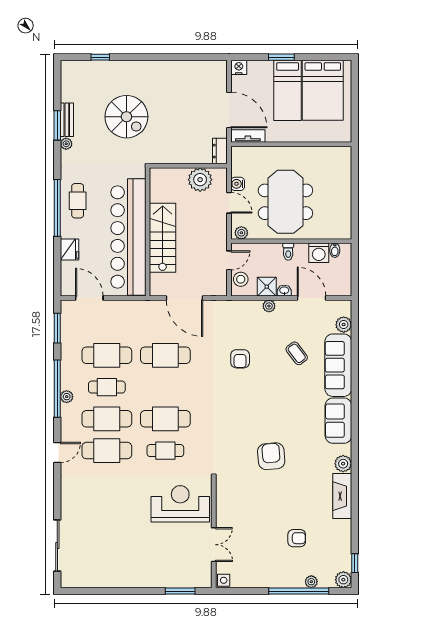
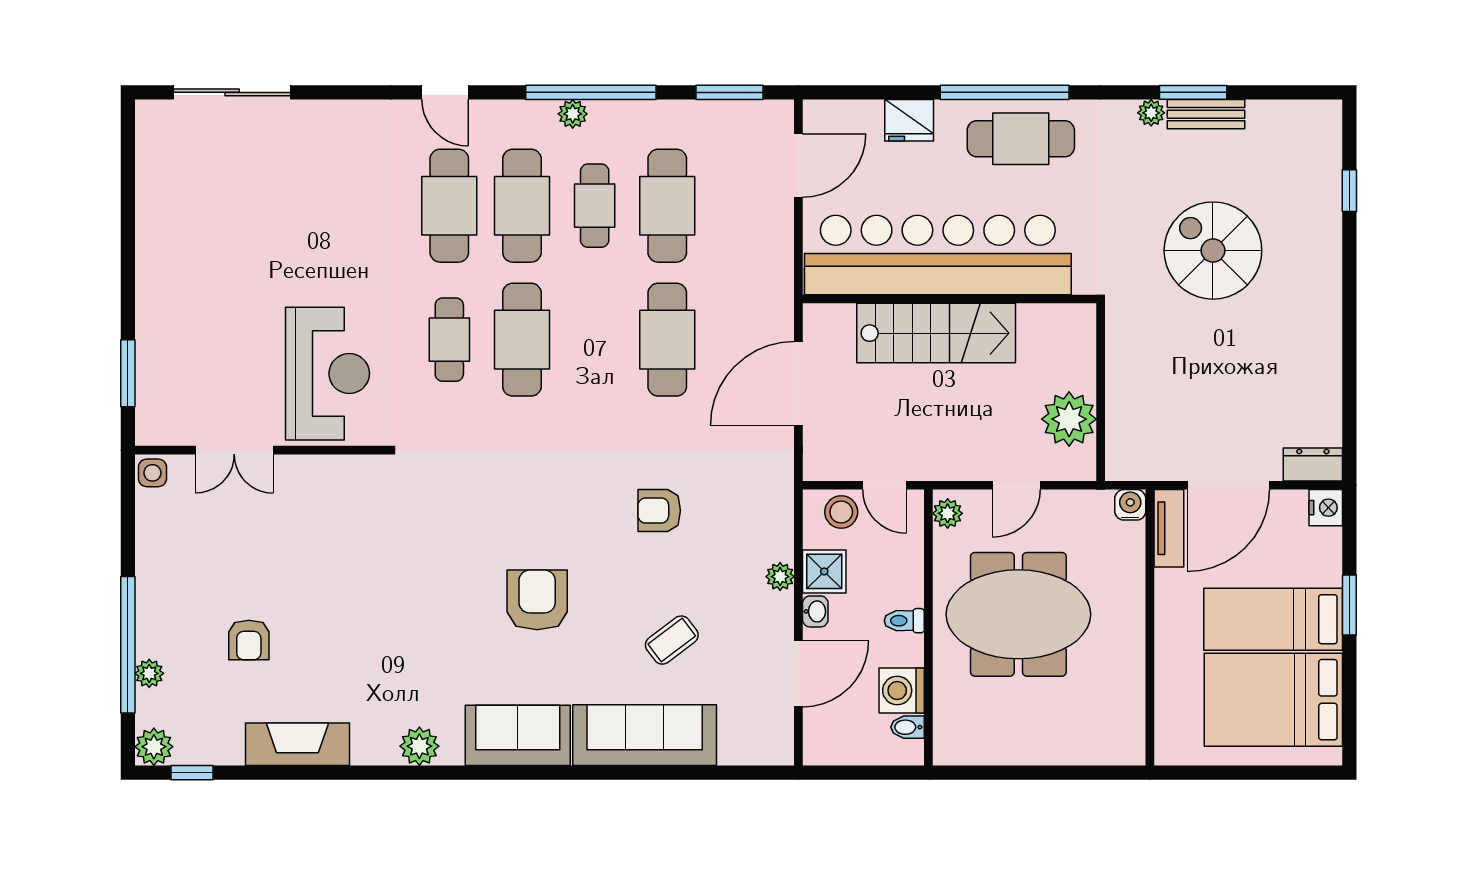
spiral stairs: (126, 117) -> (1213, 251), turned 90
dresser: (220, 151) -> (1313, 464), moved
water cooler: (238, 184) -> (1130, 505), moved
cafe table: (78, 201) -> (1021, 139), width x1.37, depth x1.35
plant: (344, 325) -> (738, 747), removed
armchair: (271, 456) -> (537, 600), moved, turned -85
fireplace: (342, 496) -> (297, 744), moved

